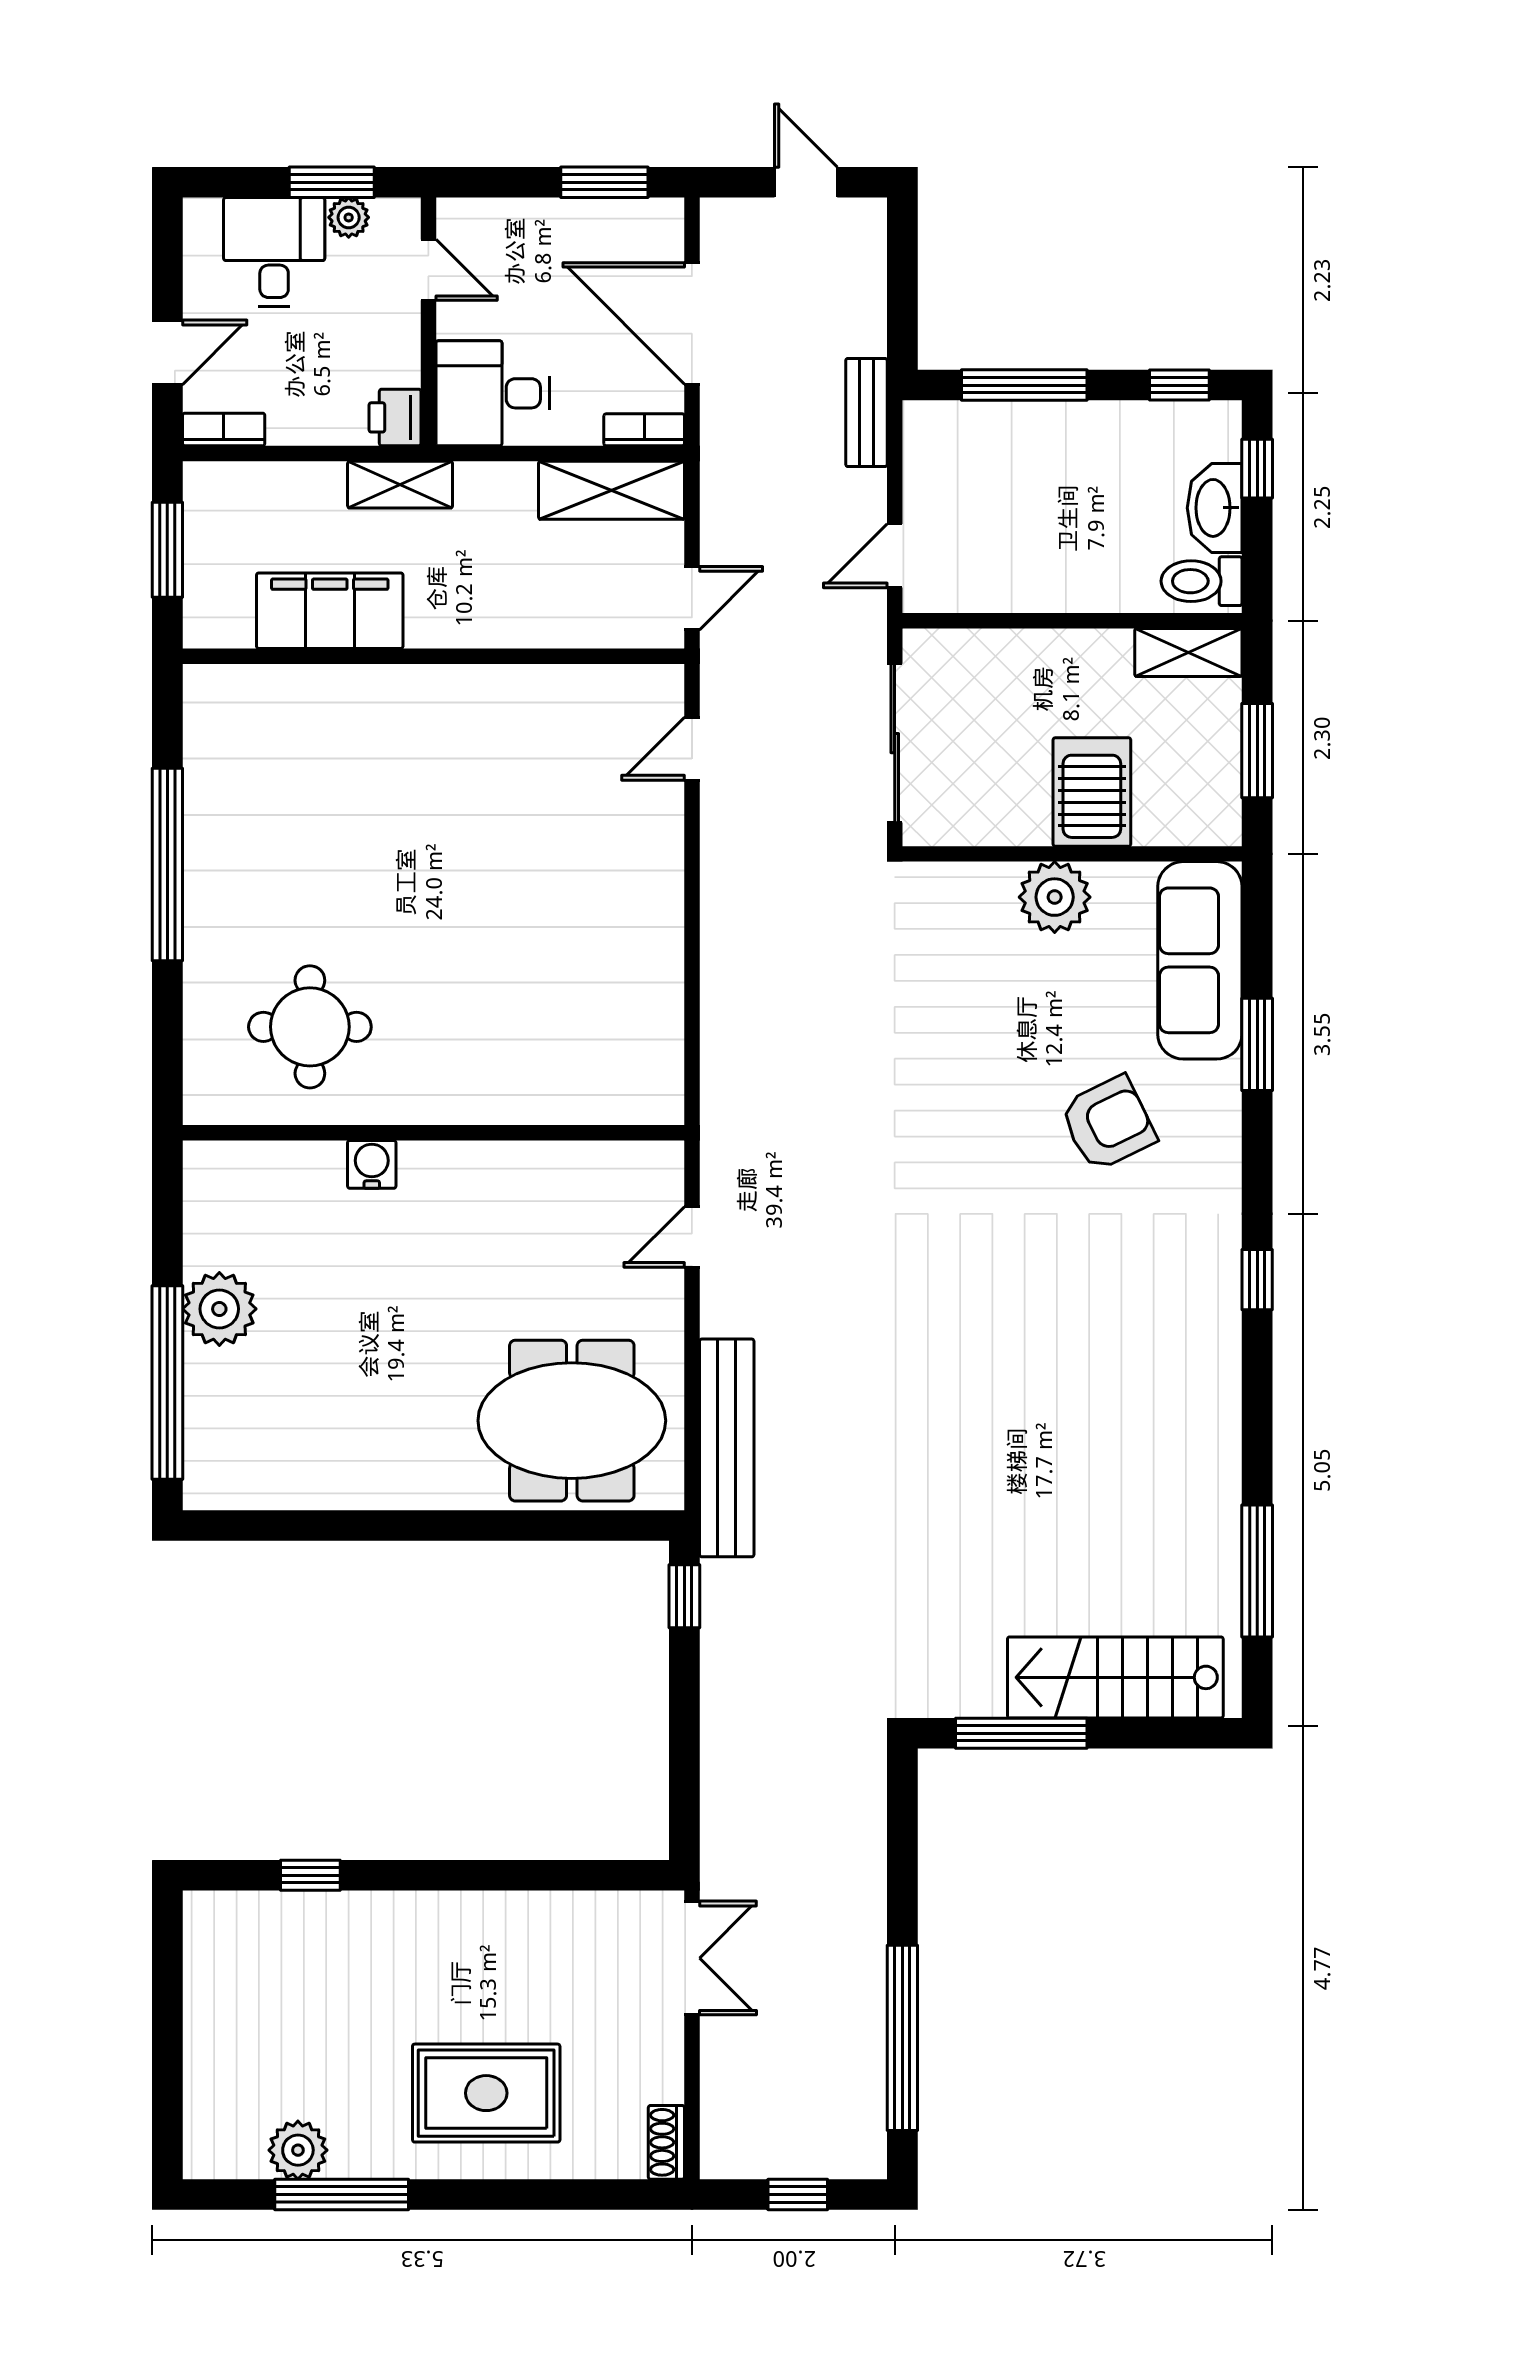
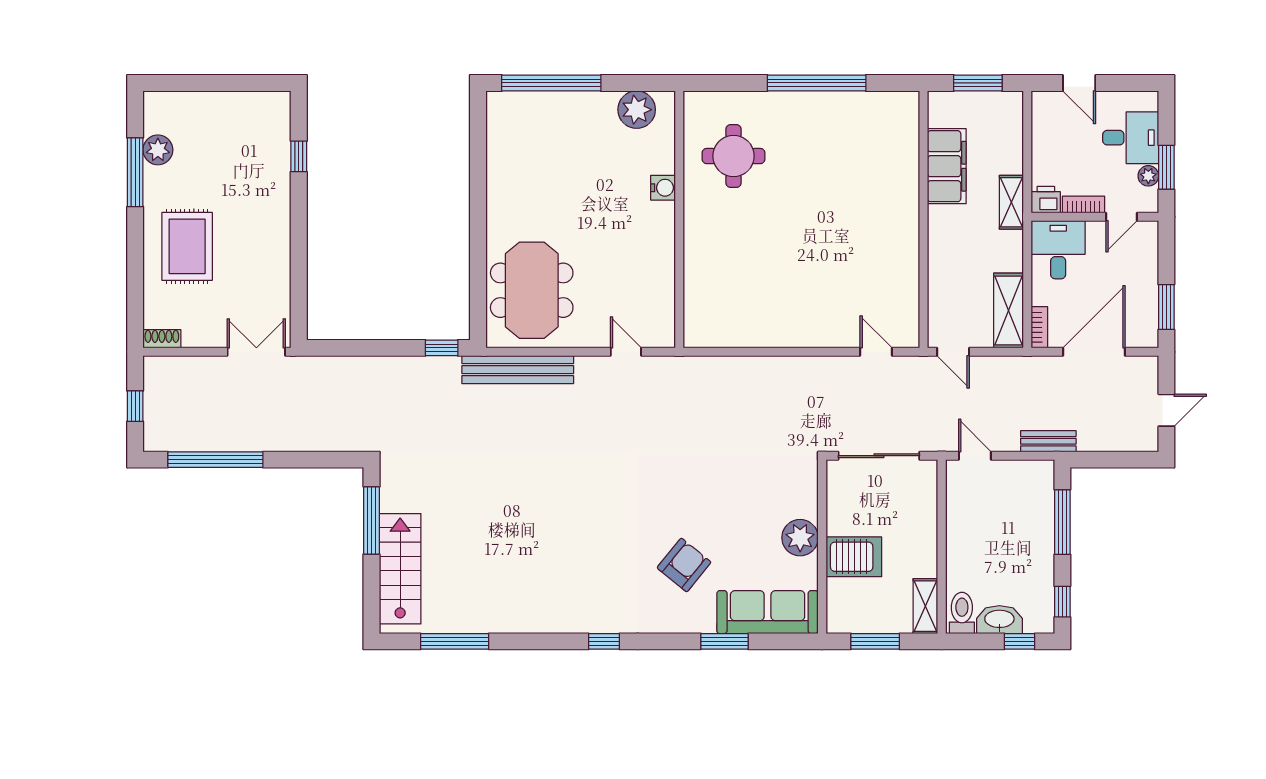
bookcase: (224, 429) -> (1083, 204), moved, turned -90
armchair: (1108, 1123) -> (684, 565), turned -115
plant: (219, 1309) -> (637, 110), moved
double door: (692, 1958) -> (256, 352), swing flipped

